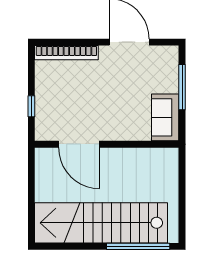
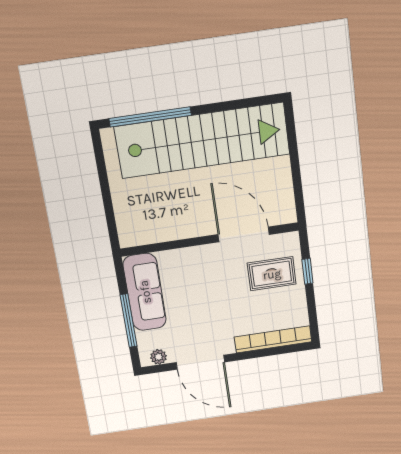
plant: (163, 52) -> (159, 357), added
rug: (61, 109) -> (272, 274), added
sofa: (165, 117) -> (145, 292), width x1.36

